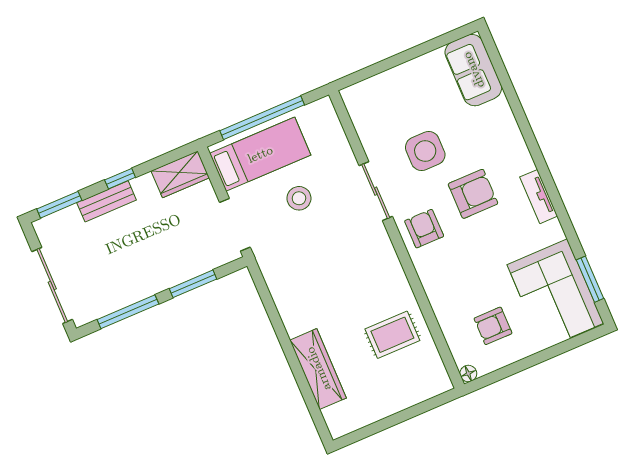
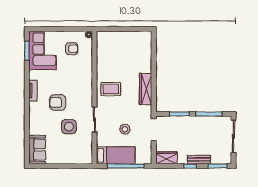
bed: (260, 154) -> (116, 155), moved, turned 180
armchair: (424, 229) -> (82, 97), removed
rug: (392, 335) -> (111, 89), moved
wardrobe: (318, 369) -> (146, 89), moved

